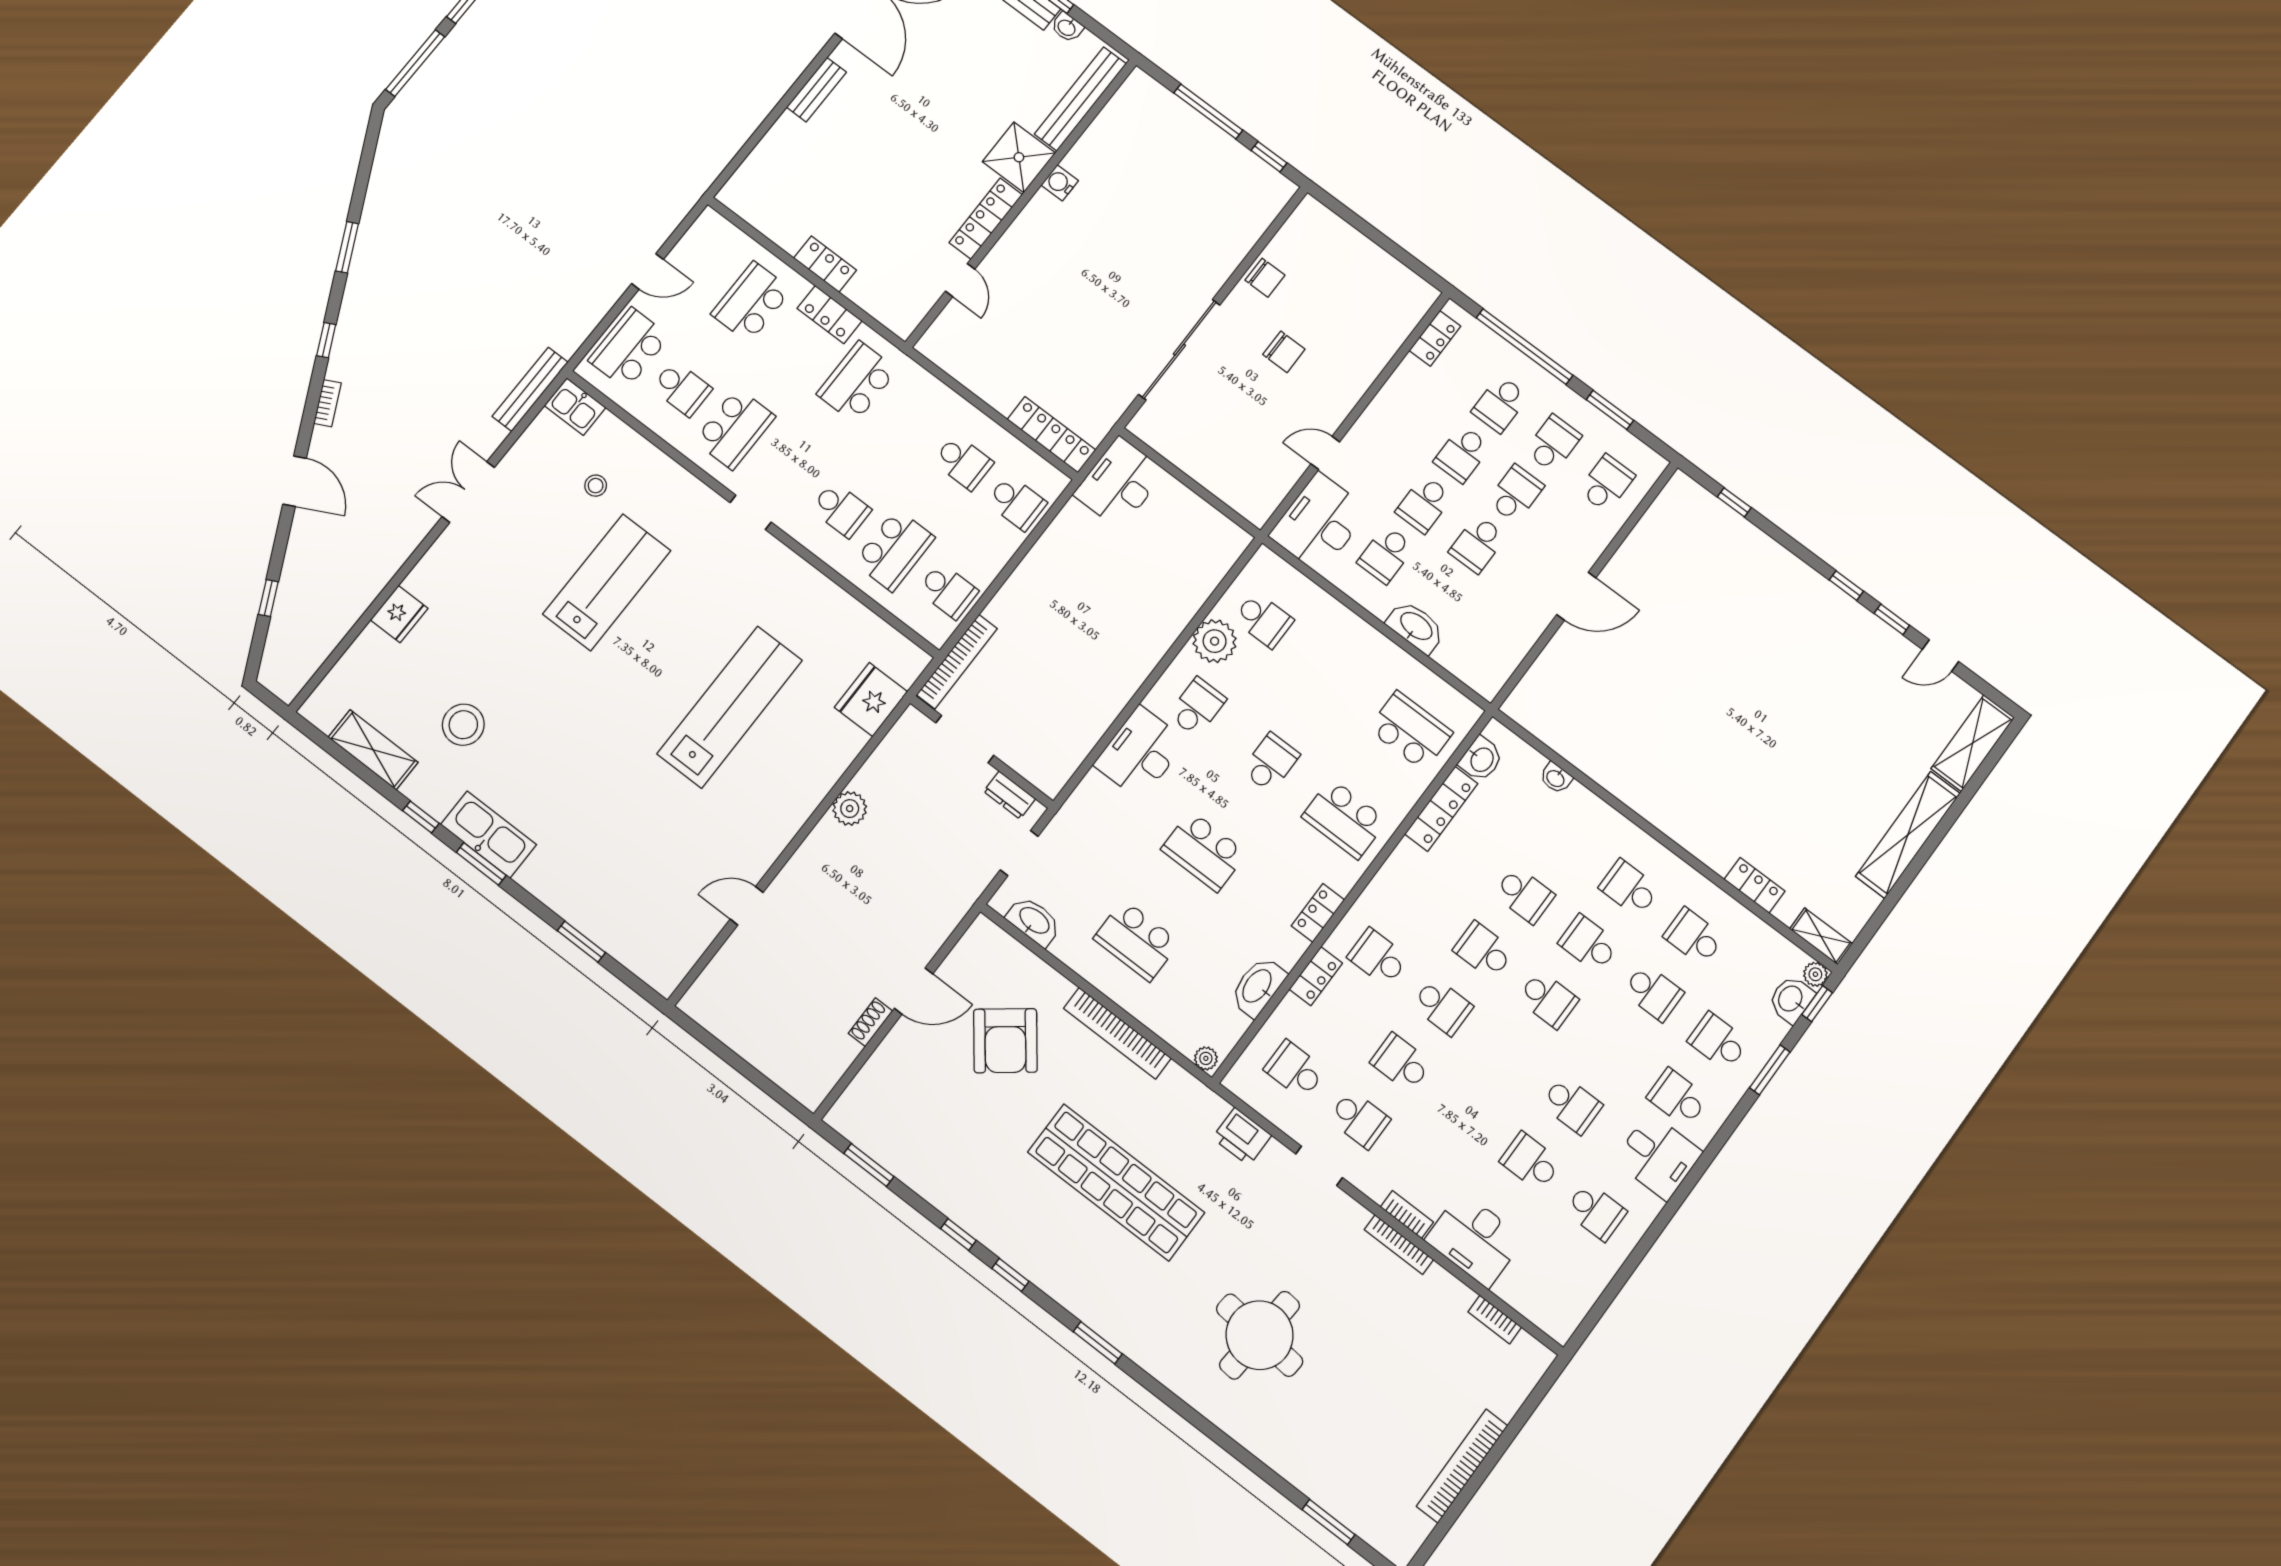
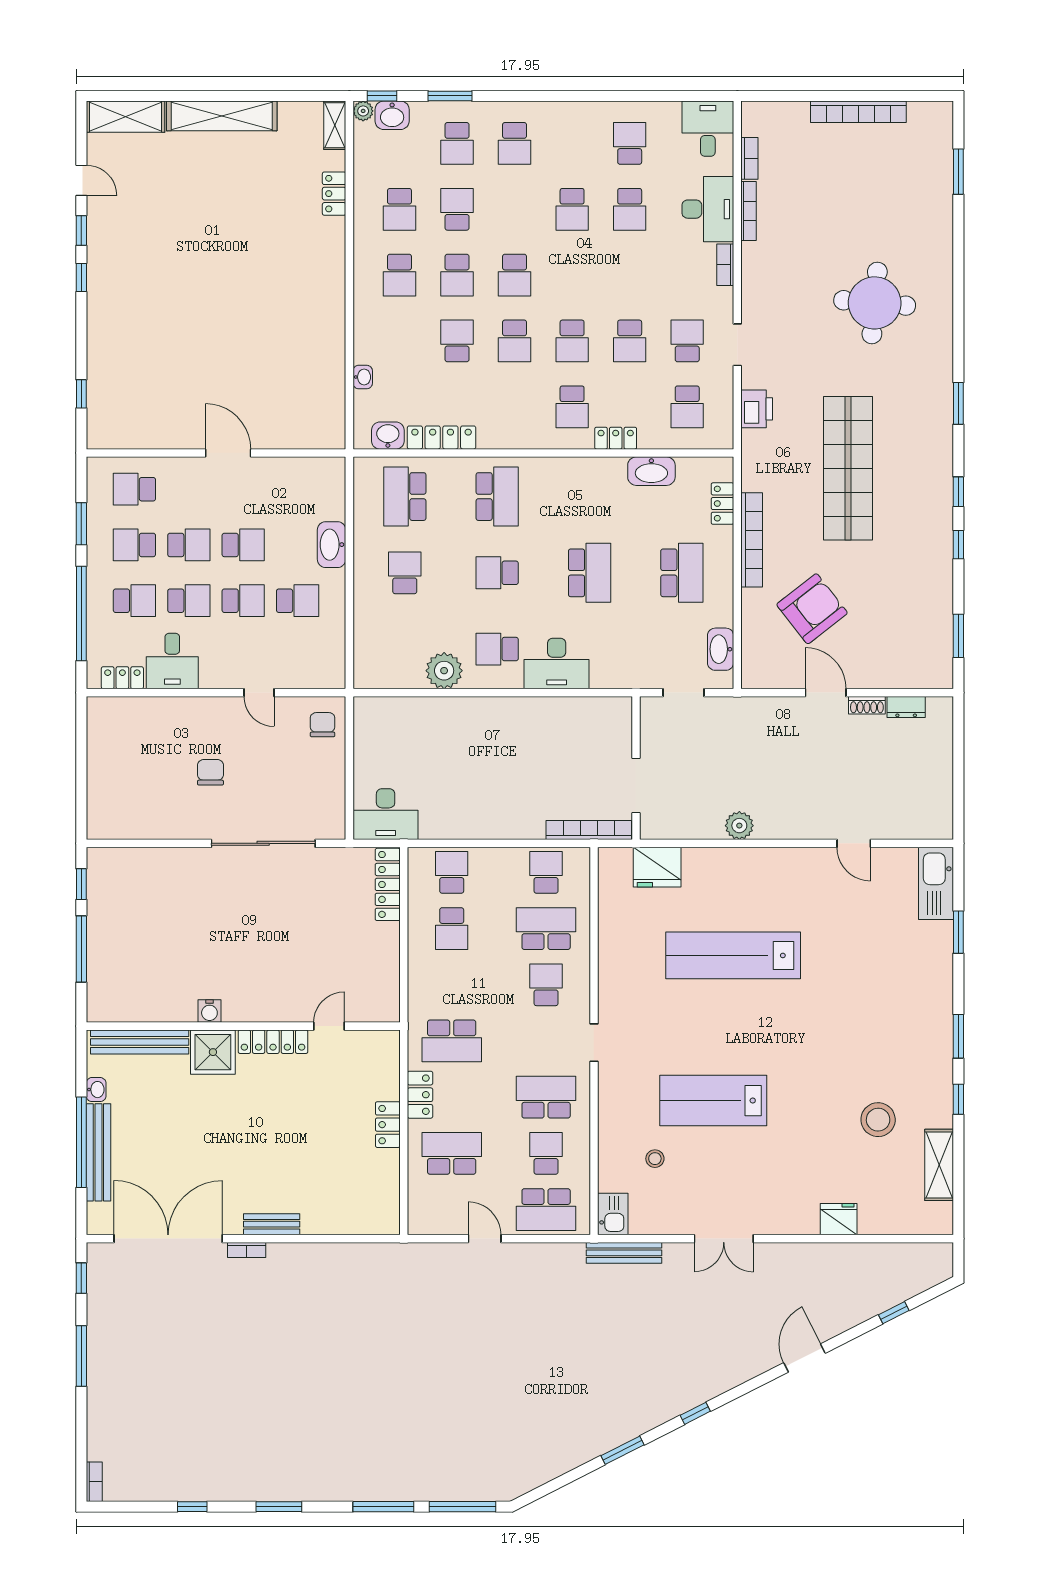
chair: (1265, 278) -> (323, 725), moved
school desk: (751, 302) -> (452, 1153), turned 180
bookcase: (327, 403) -> (247, 1250), moved, turned -153
school desk: (963, 462) -> (452, 929), turned 180
school desk: (1515, 494) -> (189, 545), turned 180
desk: (1319, 523) -> (172, 661), moved, width x0.73
school desk: (1263, 620) -> (405, 573), moved
dresser: (1009, 795) -> (906, 707), moved, turned 90
kitchen sink: (489, 834) -> (936, 883), moved
locker: (1318, 913) -> (722, 504), moved, turned 90
school desk: (1548, 999) -> (515, 275), turned 180
school desk: (1442, 1006) -> (572, 341), turned 180
plant: (1206, 1058) -> (724, 470), removed
school desk: (1572, 1105) -> (572, 209), turned 180
desk: (1658, 1156) -> (708, 129), moved
bookcase: (1399, 1245) -> (749, 211), moved

